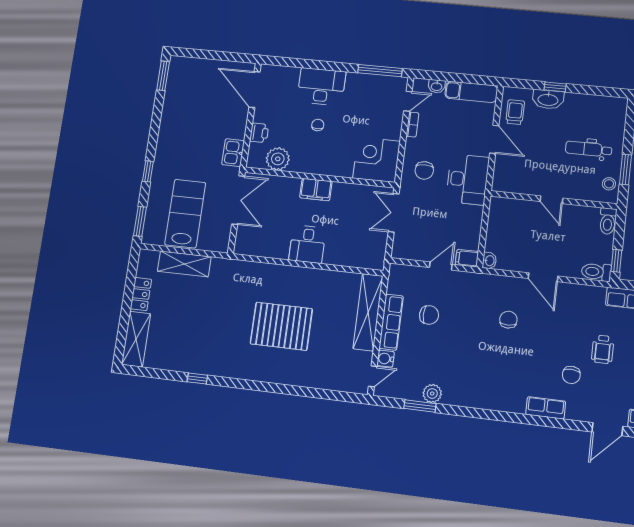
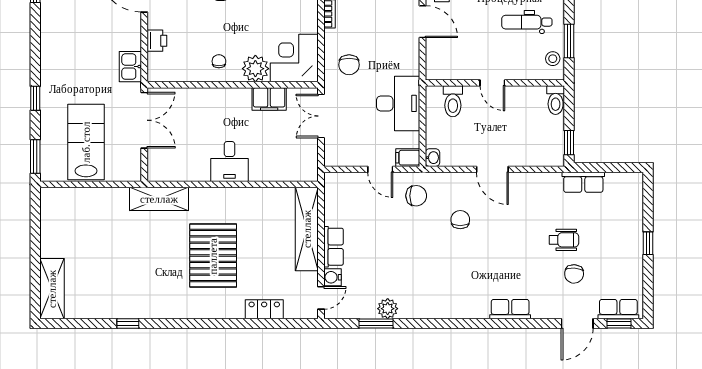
chair: (318, 125) -> (219, 61), moved
plant: (278, 159) -> (255, 69), moved
desk: (467, 179) -> (398, 103), moved
filing cabinet: (316, 190) -> (269, 99), moved
shelving: (184, 264) -> (159, 199), moved
door: (441, 266) -> (380, 169), swing flipped
toilet: (596, 272) -> (453, 101), moved, turned -90
locker: (141, 294) -> (264, 309), moved, turned -90
chair: (429, 315) -> (416, 196), moved
row of seats: (391, 322) -> (333, 247), width x0.68
pallet: (281, 326) -> (213, 256), turned 90
wheelchair: (603, 349) -> (564, 240), turned -90
chair: (571, 375) -> (574, 274), moved

